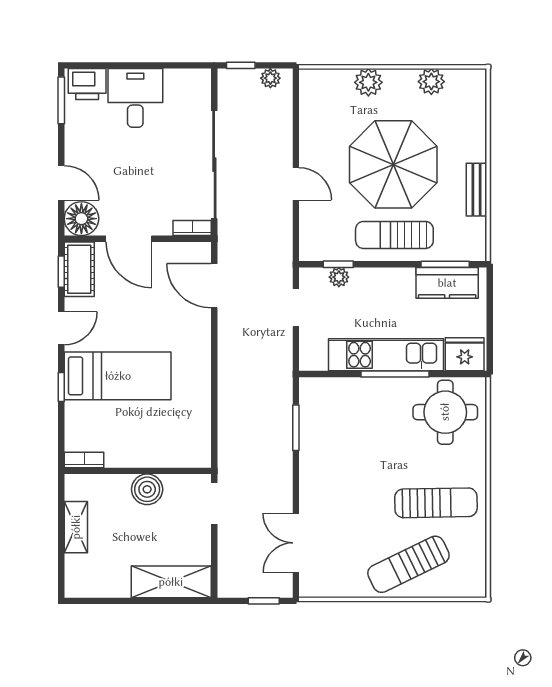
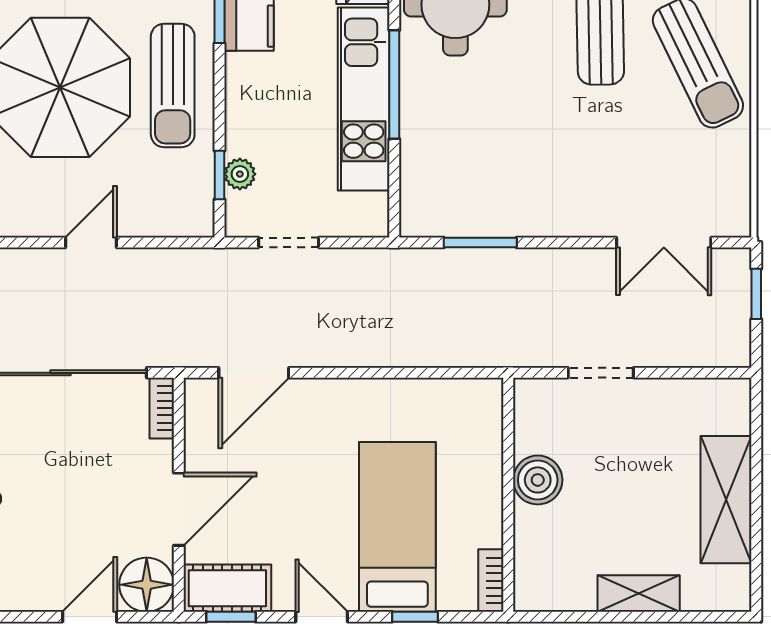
bookcase: (84, 460) -> (491, 581), moved
wall: (138, 471) -> (508, 495), moved
boiler: (147, 489) -> (538, 480), moved
shelving: (171, 582) -> (726, 500), moved

